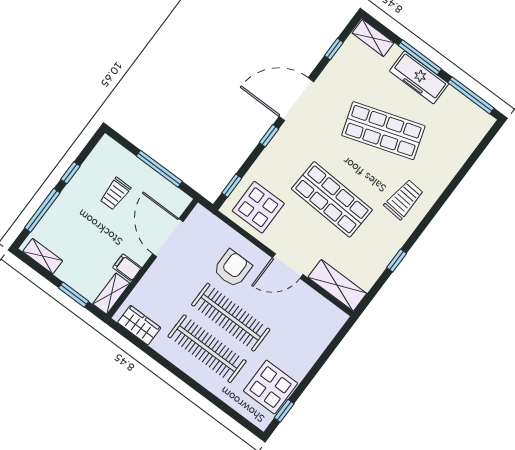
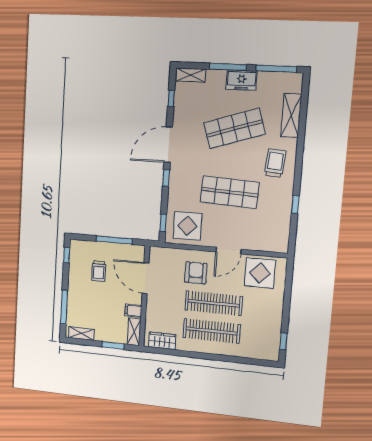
freezer: (419, 77) -> (242, 80), width x0.71
window: (70, 173) -> (67, 255), moved
shelving: (337, 285) -> (291, 116), moved, turned 90
display table: (270, 387) -> (260, 273), moved

